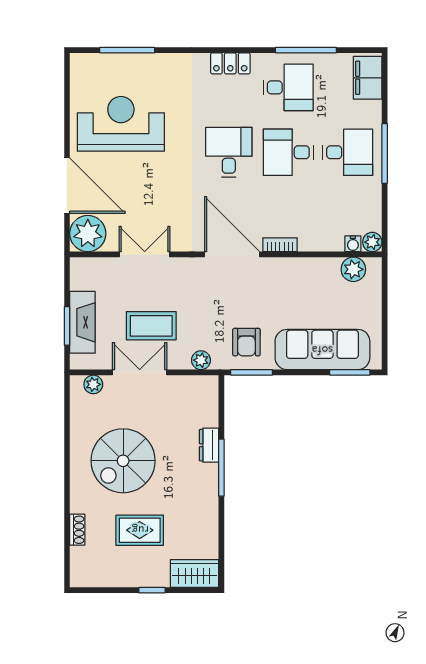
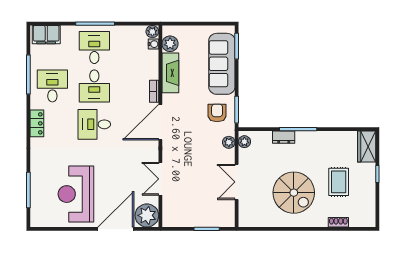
fireplace: (82, 322) -> (170, 73), moved, turned 90
coffee table: (151, 326) -> (207, 174), removed
armchair: (246, 342) -> (217, 113), turned -90
plant: (93, 384) -> (244, 142), moved

